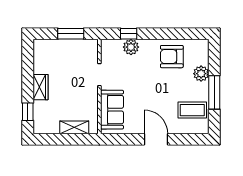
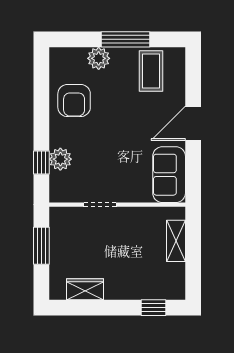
wardrobe: (41, 87) -> (85, 289), moved
sofa: (112, 110) -> (169, 175), moved, turned -90

